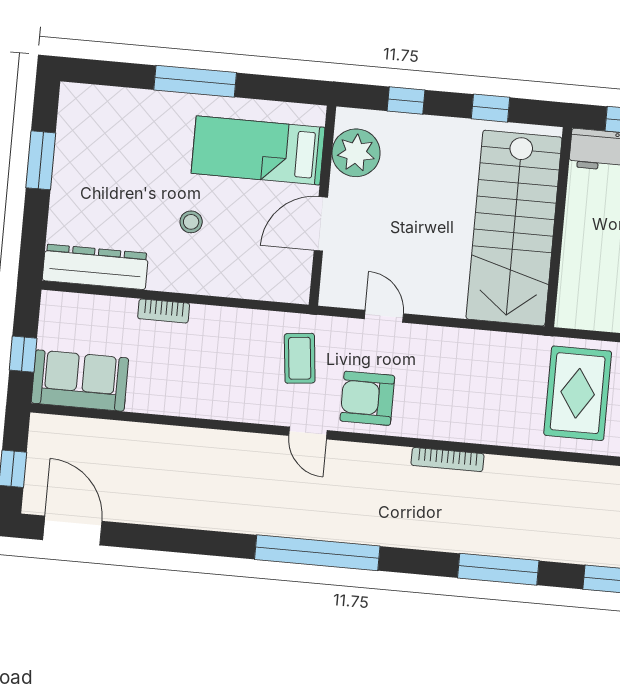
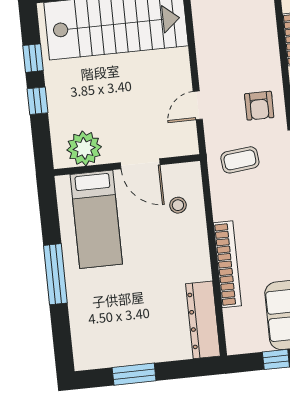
window: (406, 100) -> (37, 101), moved
stool: (191, 222) -> (178, 205), moved
bookcase: (164, 311) -> (227, 264), width x2.31, depth x1.31
armchair: (367, 398) -> (259, 106), width x0.72, depth x0.72

